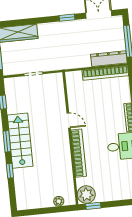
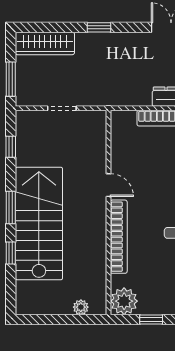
window: (67, 18) -> (99, 27), moved
stairs: (20, 141) -> (39, 224), width x1.36, depth x1.51
window: (93, 206) -> (151, 320), moved

